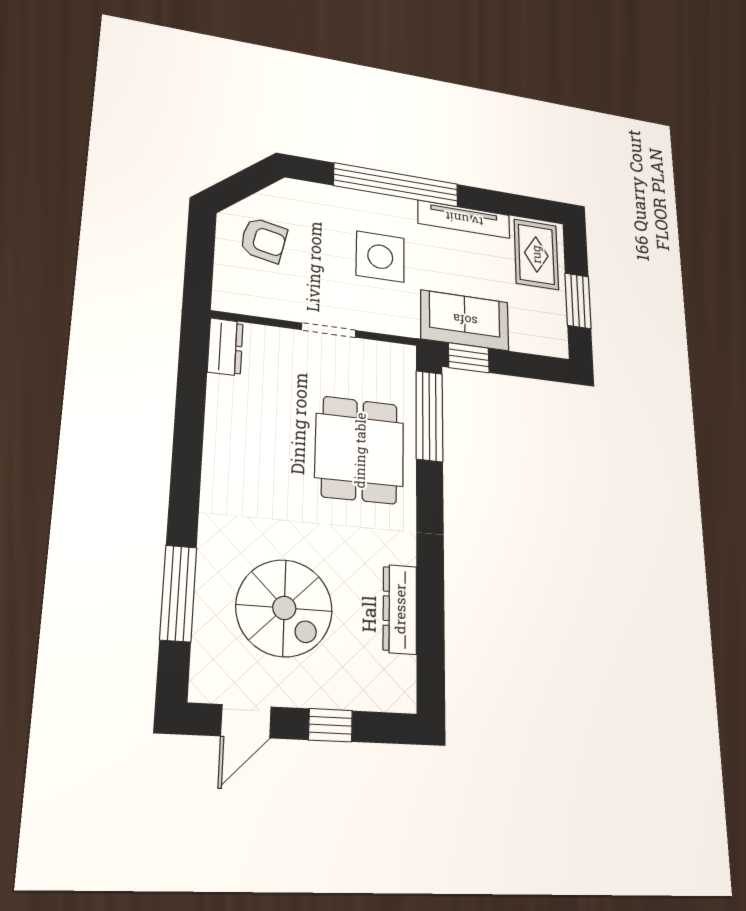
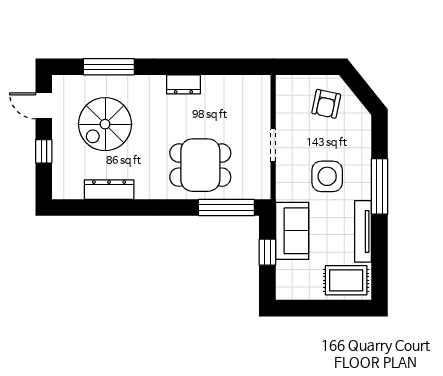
window: (396, 185) -> (379, 186), width x0.68
window: (578, 301) -> (317, 308), removed
dresser: (225, 347) -> (183, 84), moved
window: (469, 358) -> (267, 252), moved

